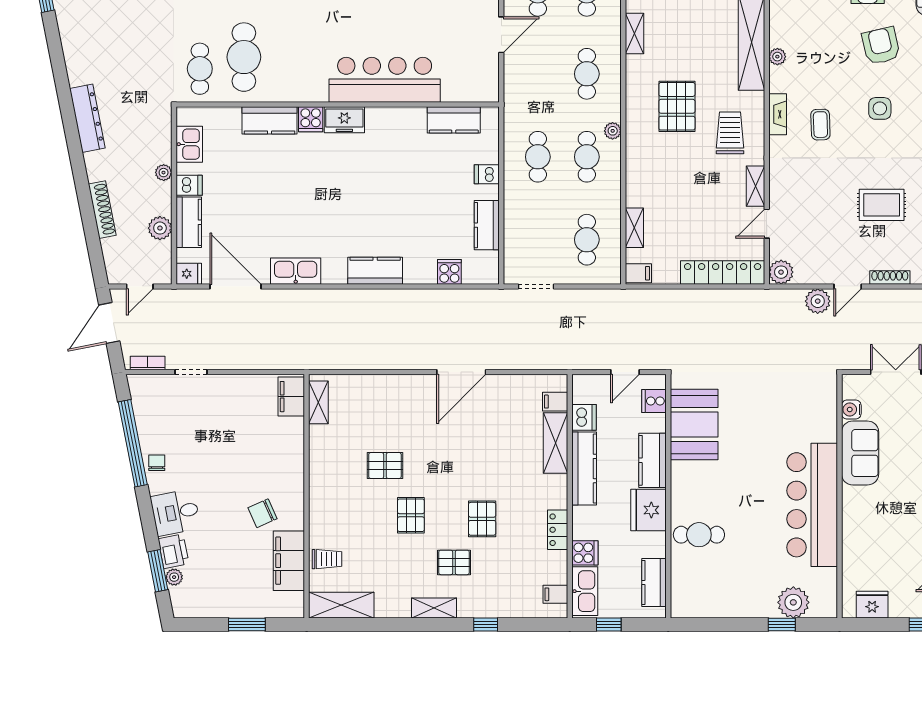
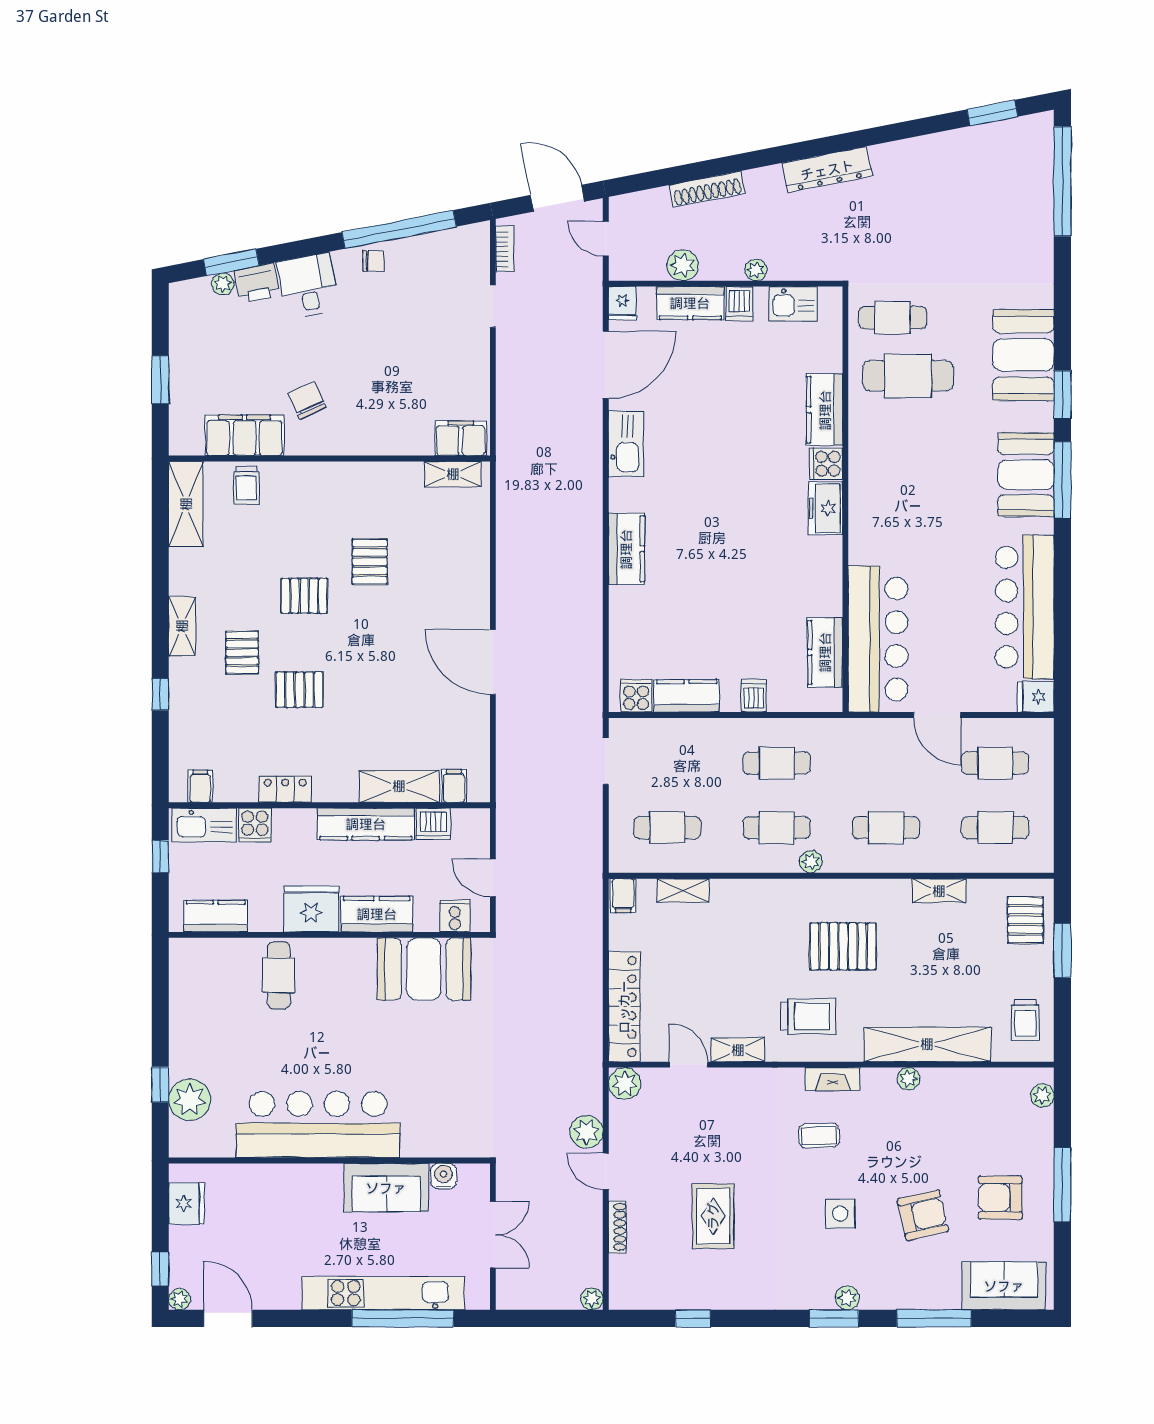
bar counter: (385, 80) -> (878, 639), moved
cooker: (449, 272) -> (636, 696), moved, turned -90

